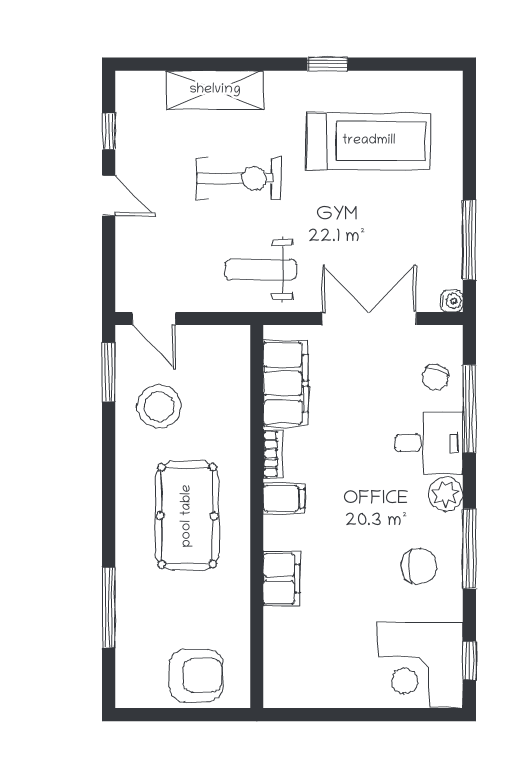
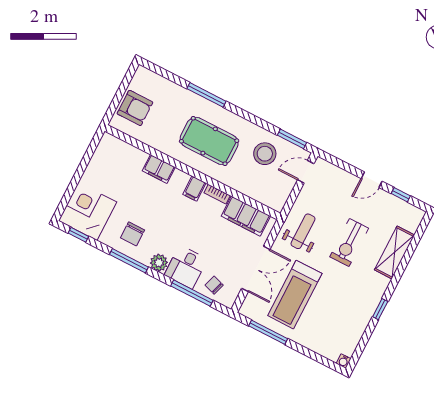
treadmill: (369, 141) -> (295, 295), moved
water cooler: (452, 301) -> (344, 361), moved
window: (109, 607) -> (207, 95), moved
armchair: (196, 676) -> (135, 108), turned -90

